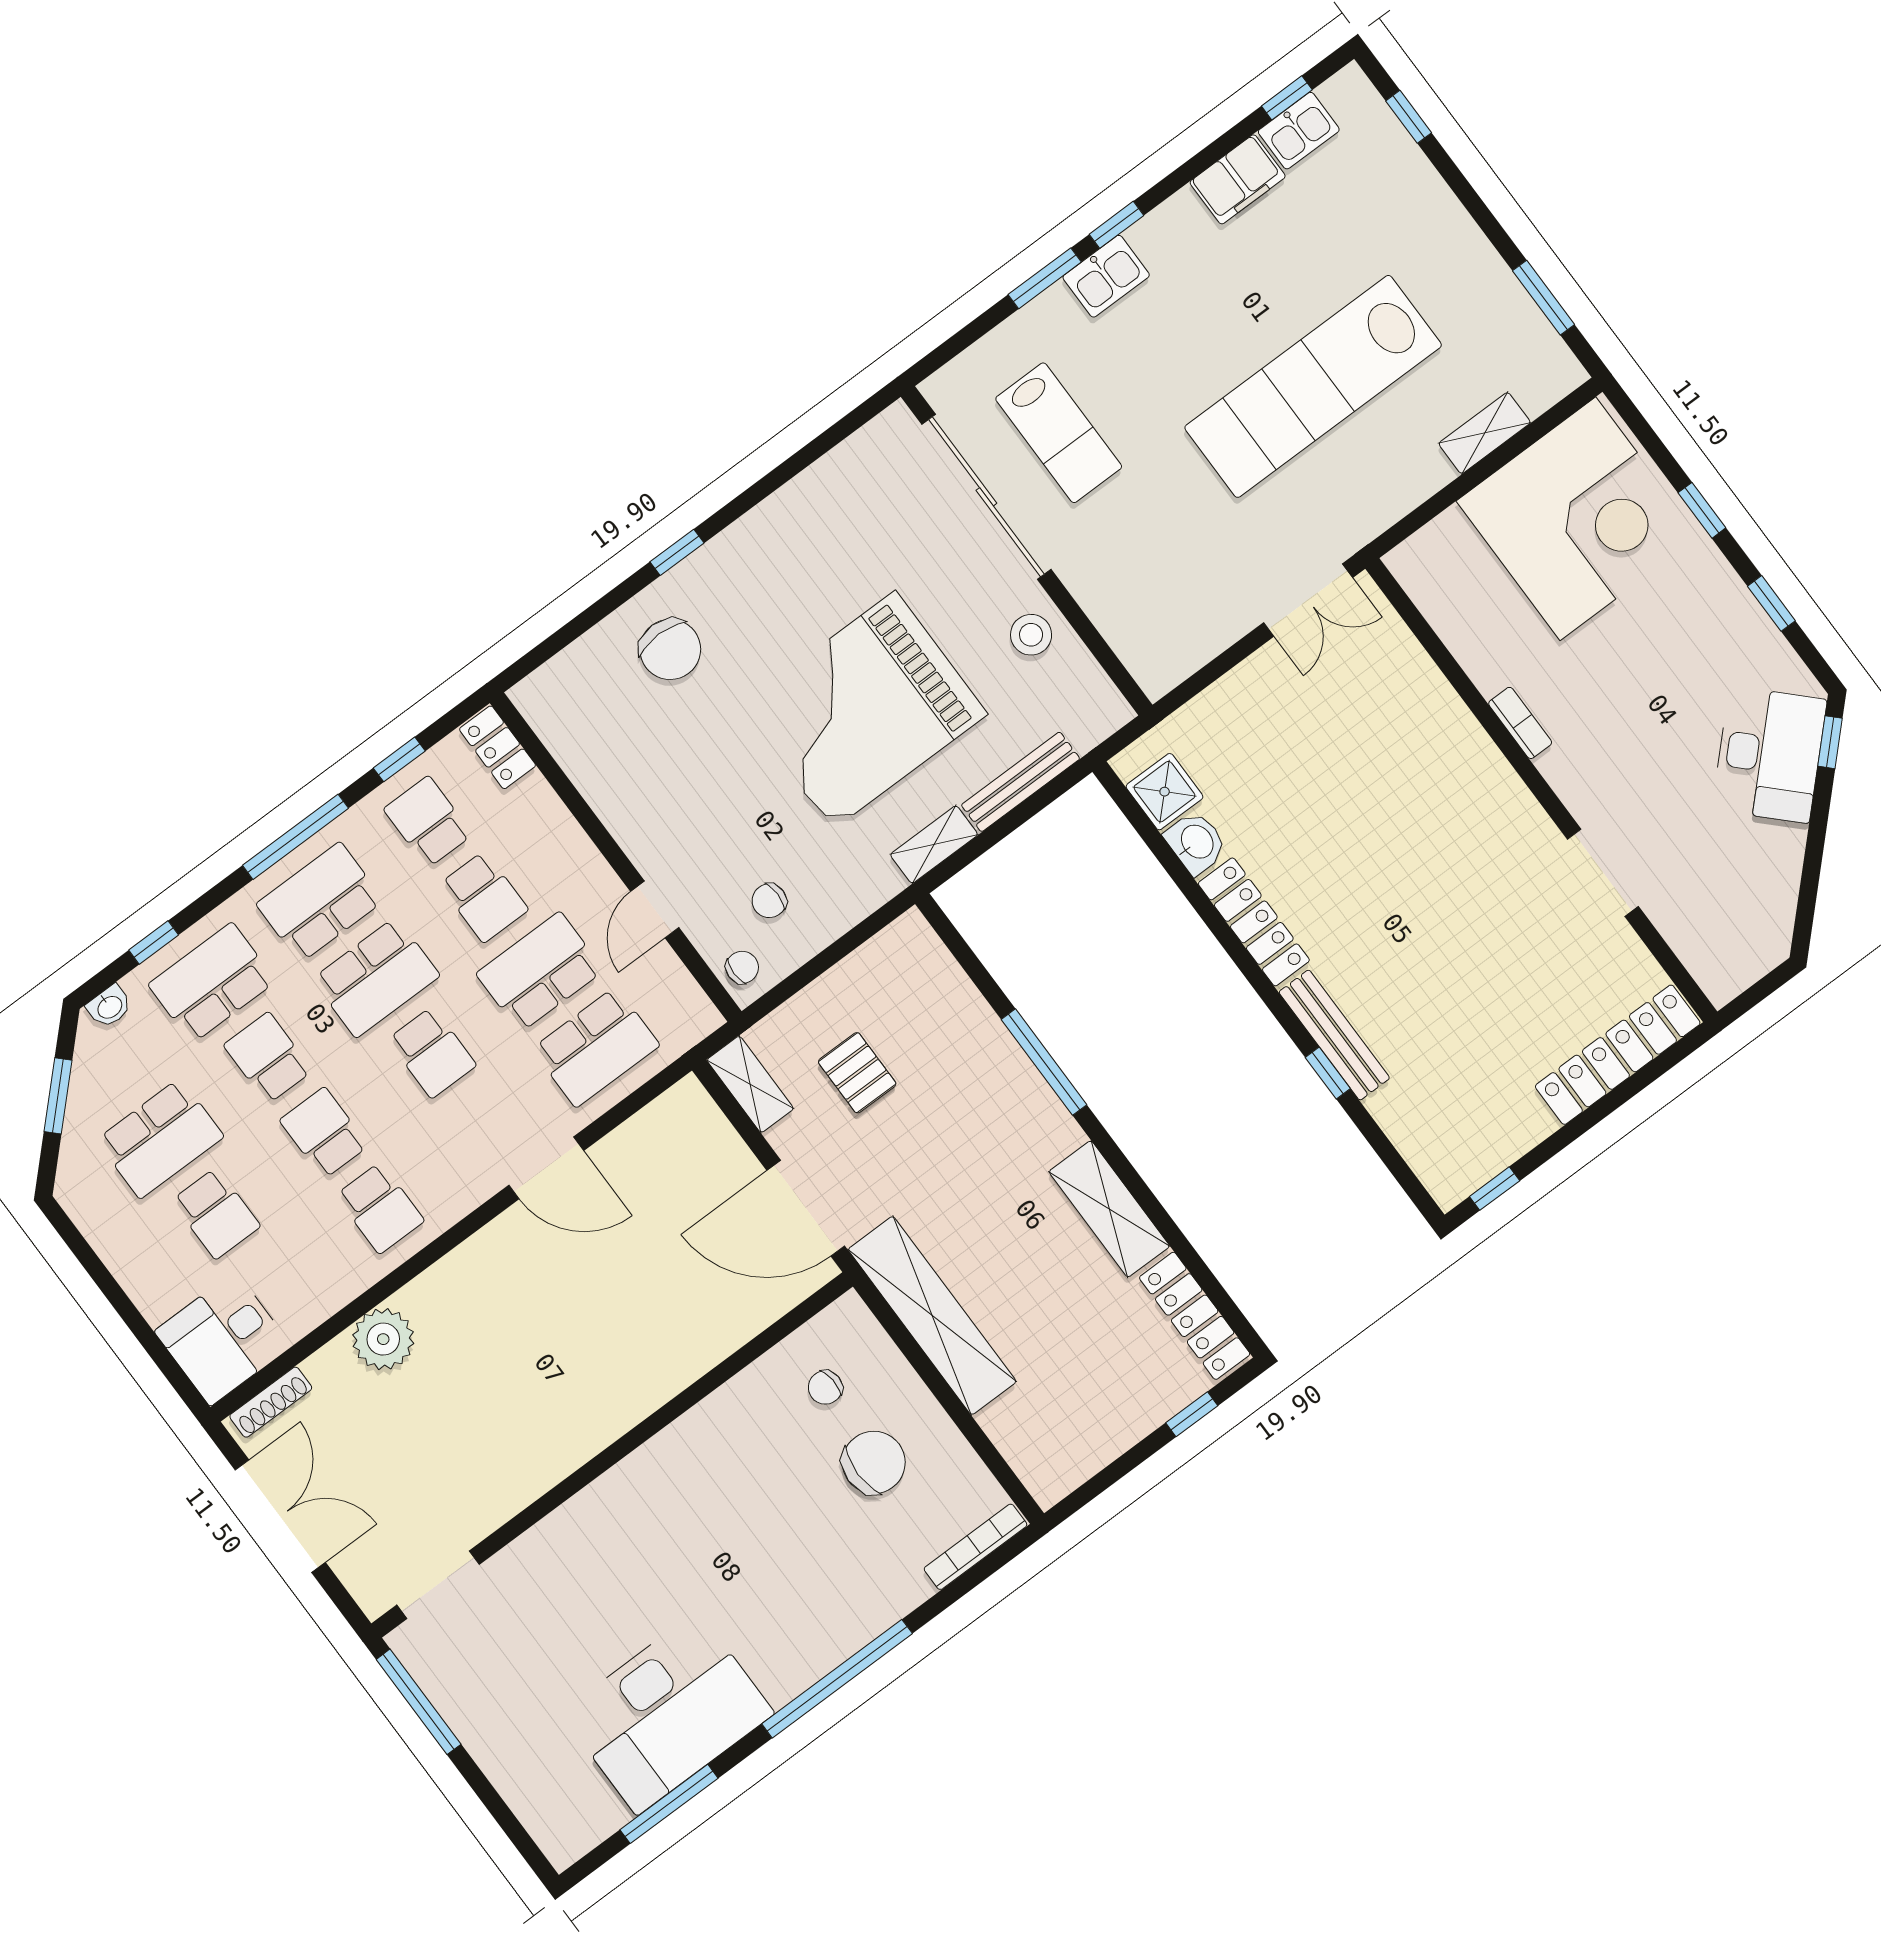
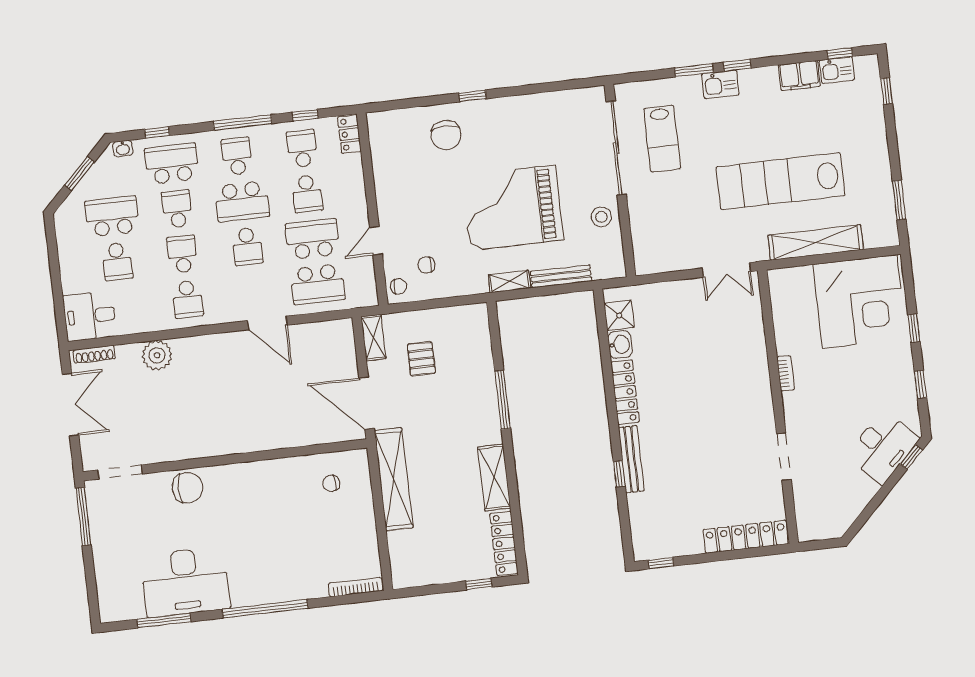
shelving: (1485, 433) -> (816, 242), width x2.20, depth x1.33
school desk: (320, 902) -> (237, 156), width x0.54
school desk: (160, 1138) -> (112, 216), turned 180
chair: (874, 1462) -> (187, 488), moved

